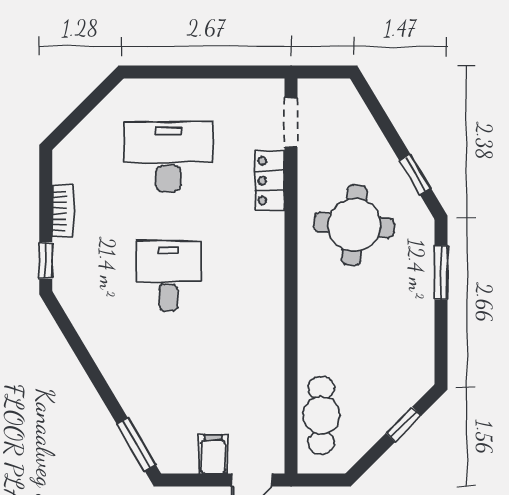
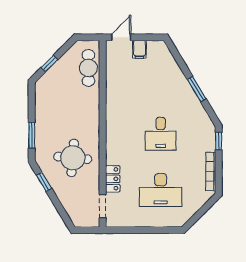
bookcase: (62, 211) -> (211, 172), width x1.56
window: (136, 444) -> (197, 89), moved

